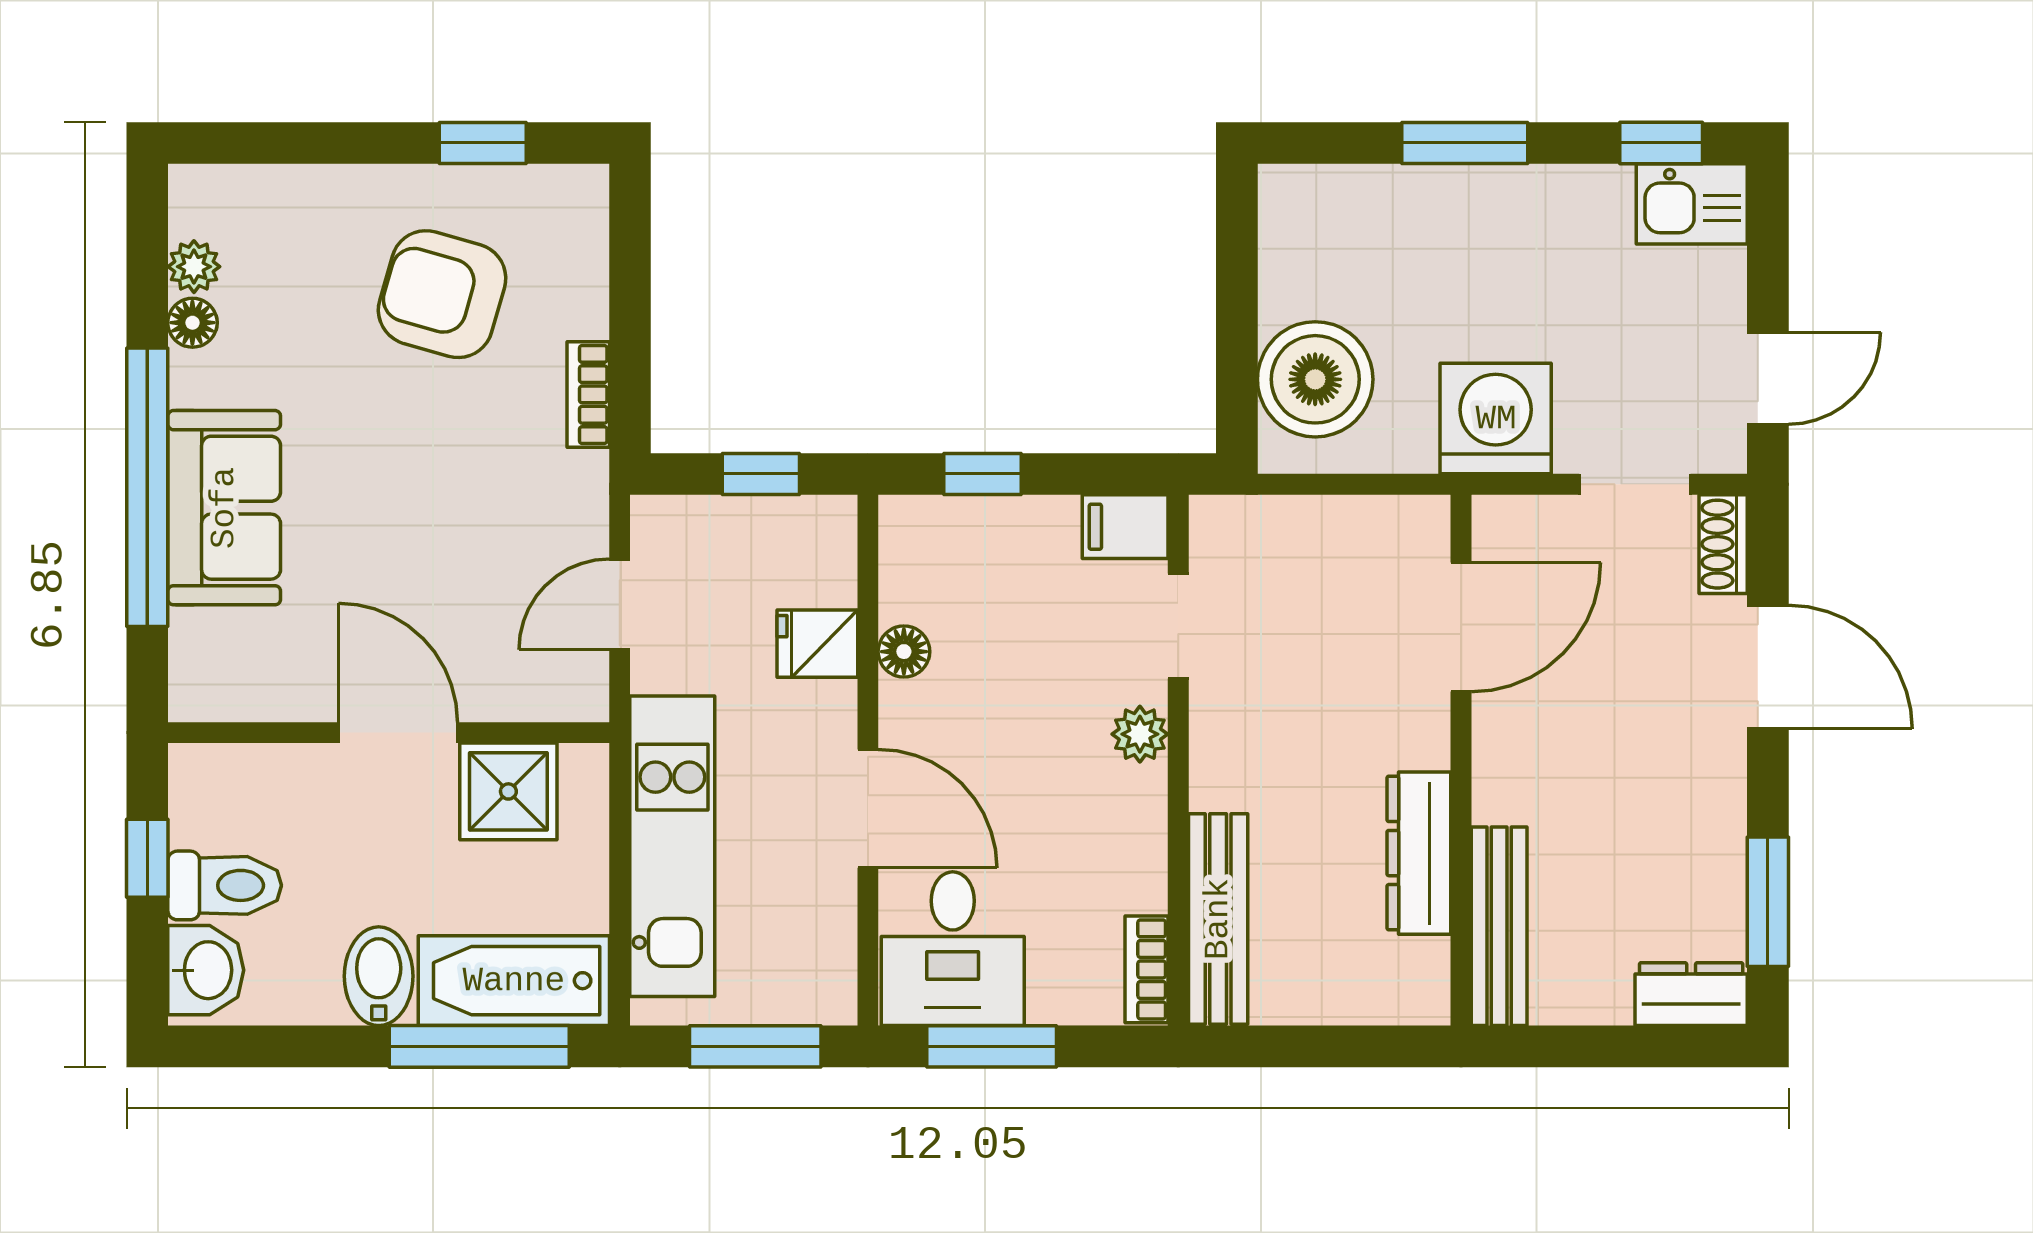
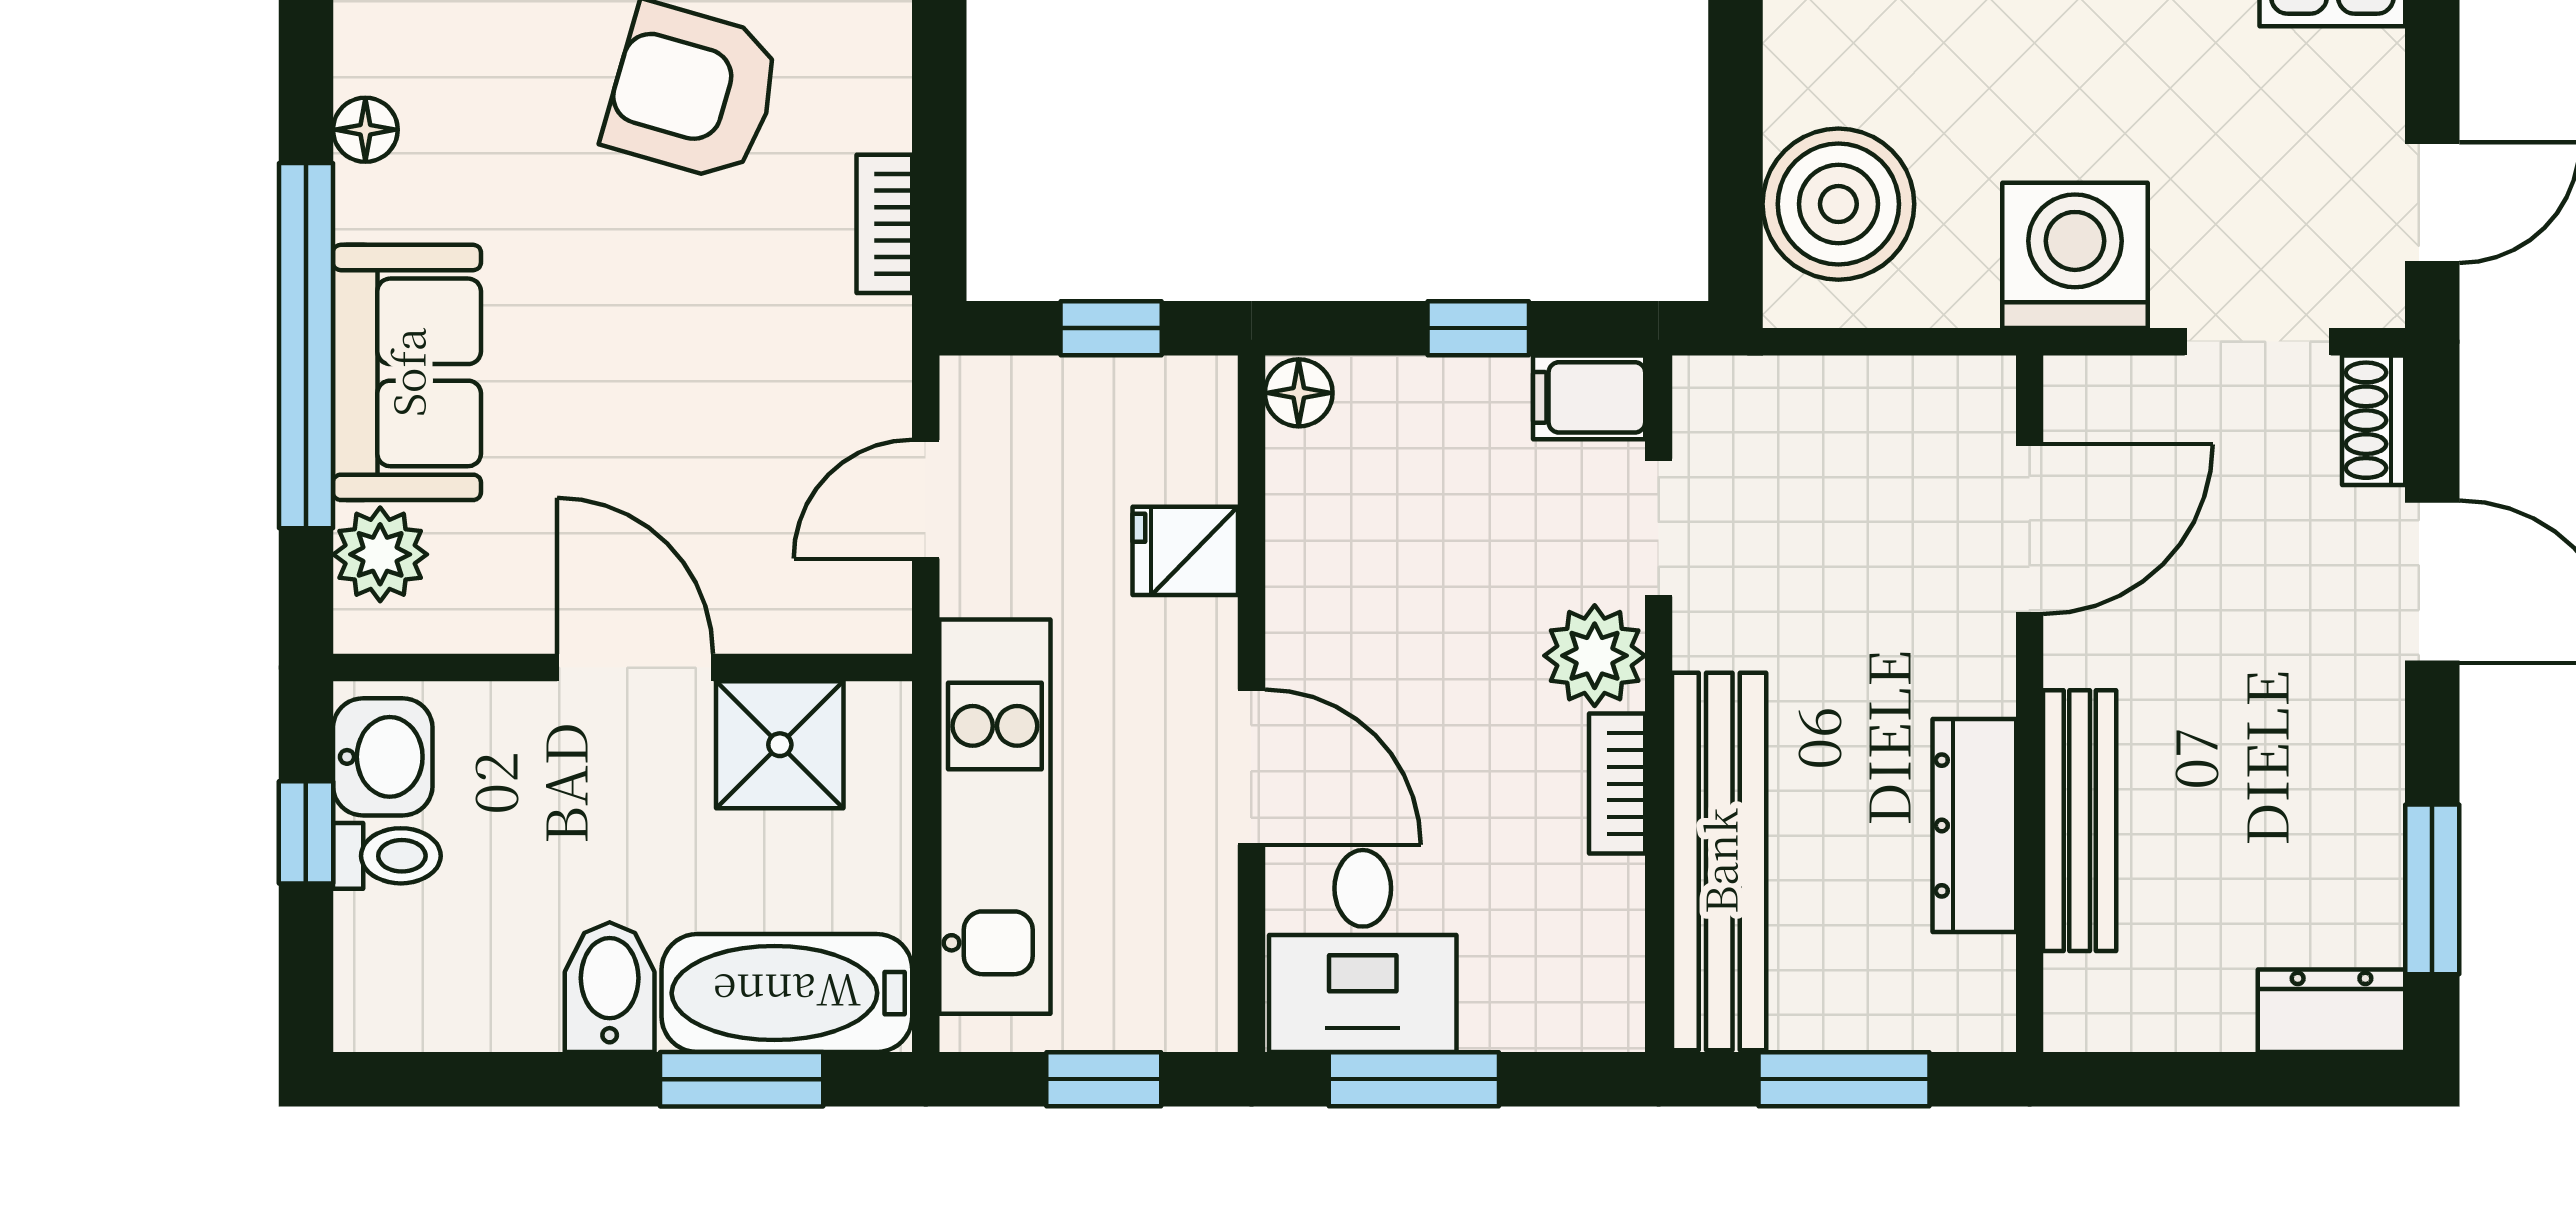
plant: (194, 267) -> (380, 554), moved, width x1.38, depth x1.38
window: (982, 474) -> (1478, 328), moved
floor lamp: (904, 652) -> (1299, 393), moved
plant: (1140, 734) -> (1595, 656), width x1.38, depth x1.38
toilet: (225, 885) -> (387, 856), width x0.73, depth x0.72
bench: (1218, 919) -> (1719, 861), width x1.37, depth x1.21
bench: (1499, 926) -> (2080, 821), moved
bookcase: (1147, 969) -> (1617, 784), moved
washbasin: (206, 970) -> (383, 757), moved
window: (479, 1046) -> (742, 1079), width x0.69
window: (755, 1046) -> (1104, 1079), width x0.67
window: (1319, 1046) -> (1844, 1079), added

